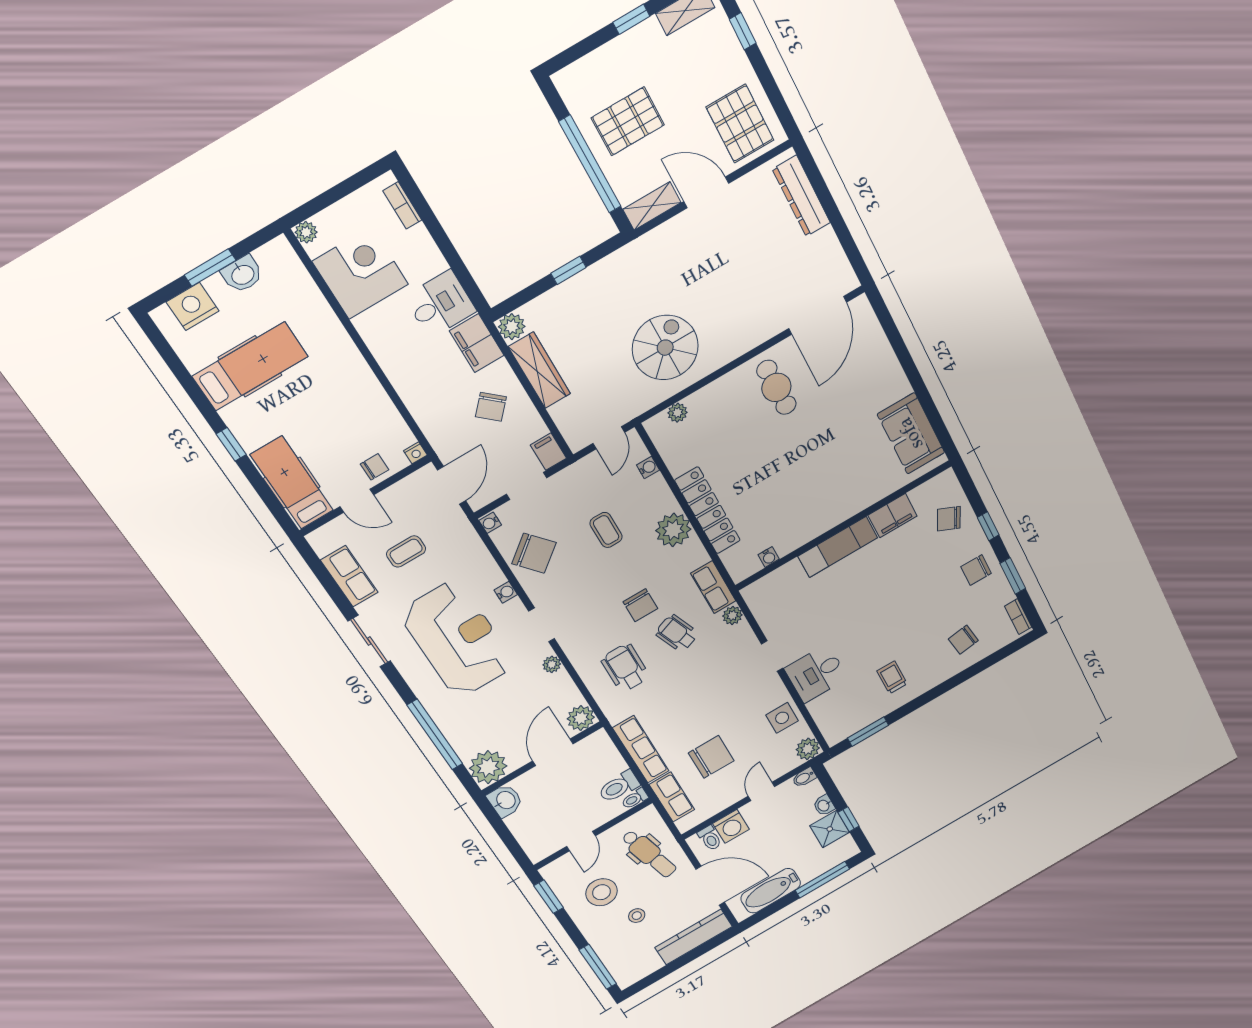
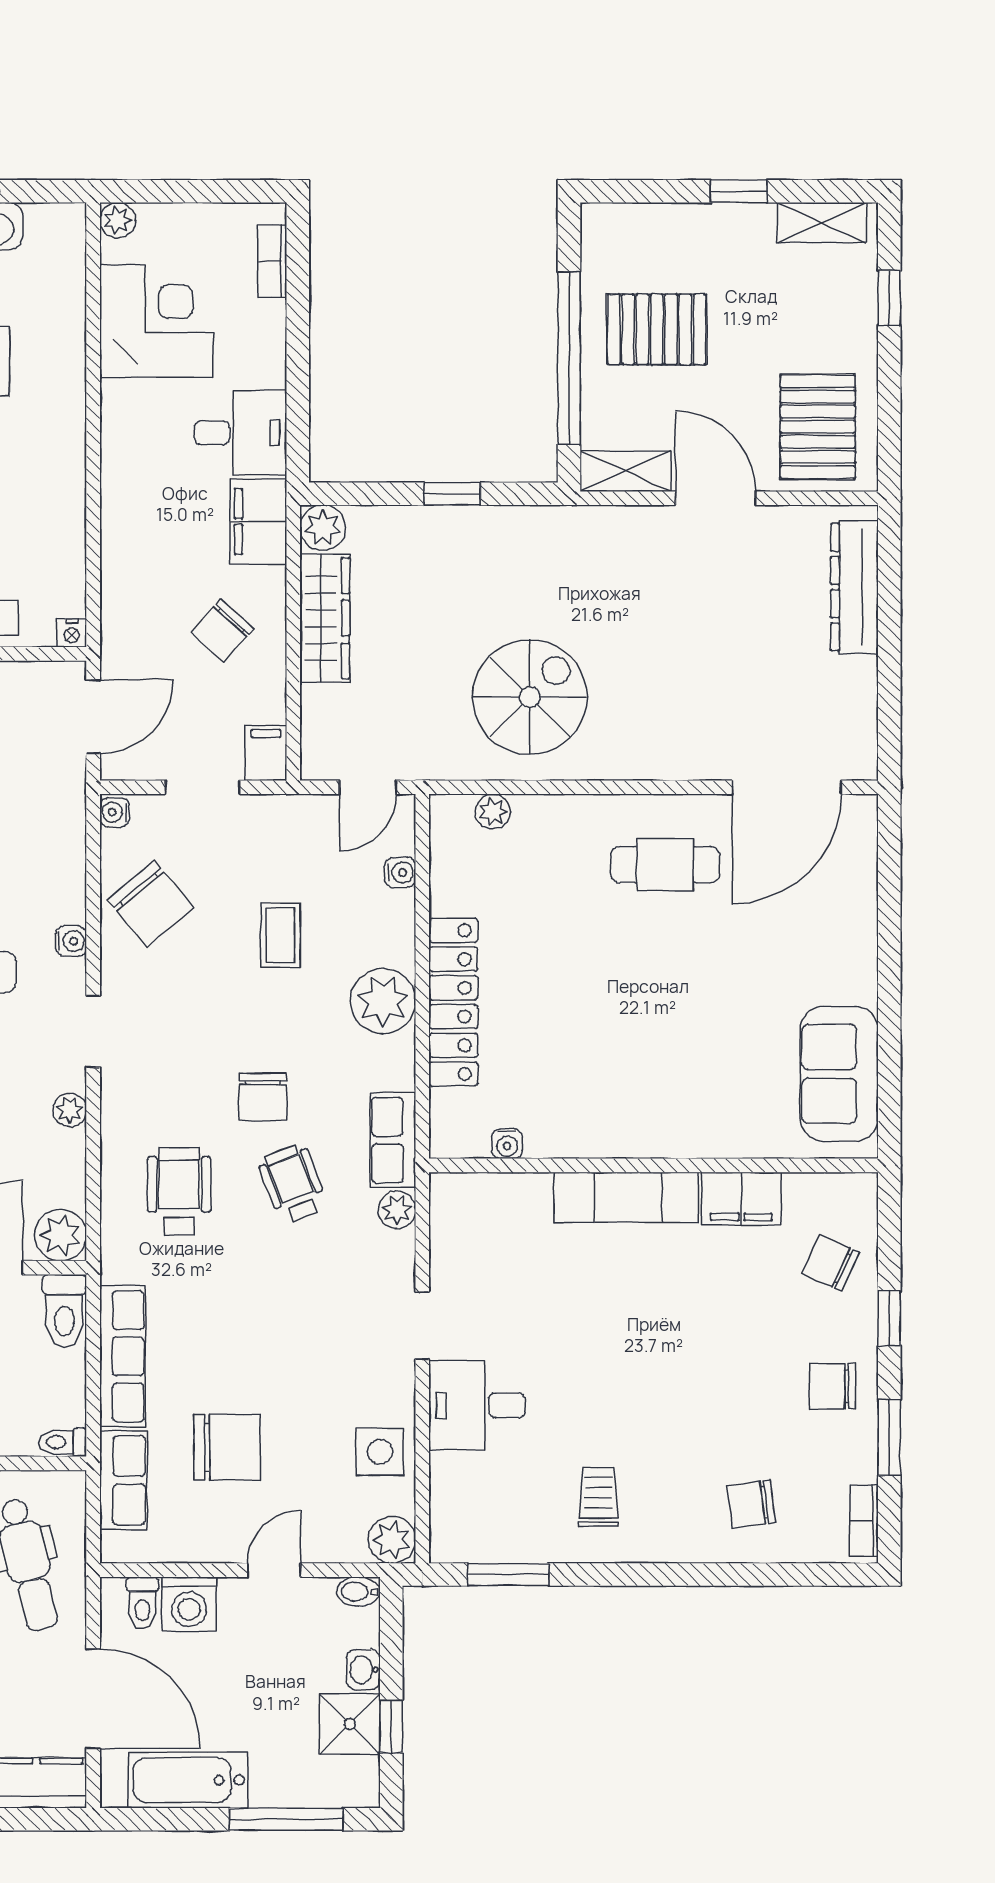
cafe table: (776, 387) -> (665, 865), turned 90
toilet: (619, 787) -> (64, 1311), moved, turned -90

